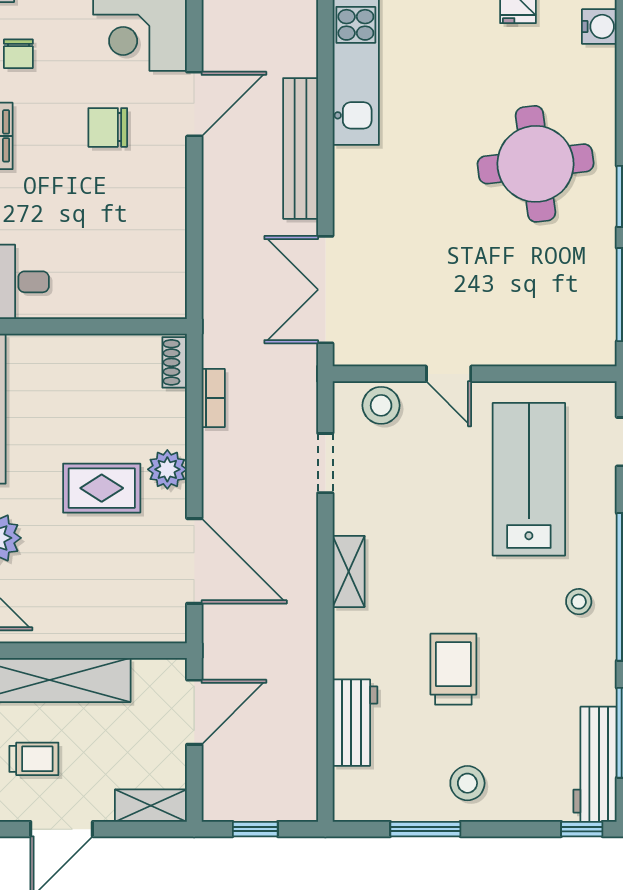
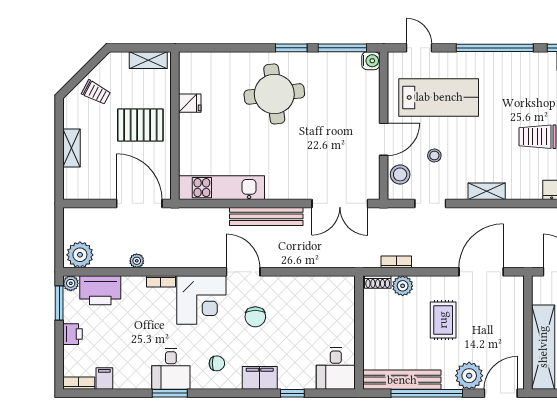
water cooler: (599, 27) -> (371, 61), moved, turned 90
door: (449, 374) -> (384, 139), width x1.38
plant: (167, 469) -> (403, 286), moved
lab bench: (529, 479) -> (439, 97), turned 180
stool: (579, 602) -> (434, 155), moved

